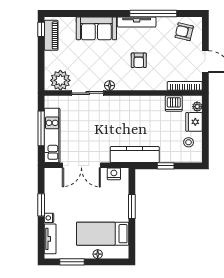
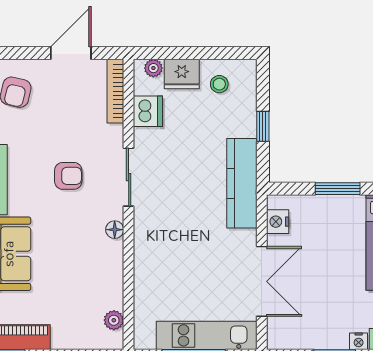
plant: (60, 80) -> (114, 320), width x0.53, depth x0.53
sliding door: (88, 93) -> (129, 177), moved

